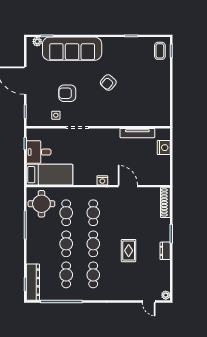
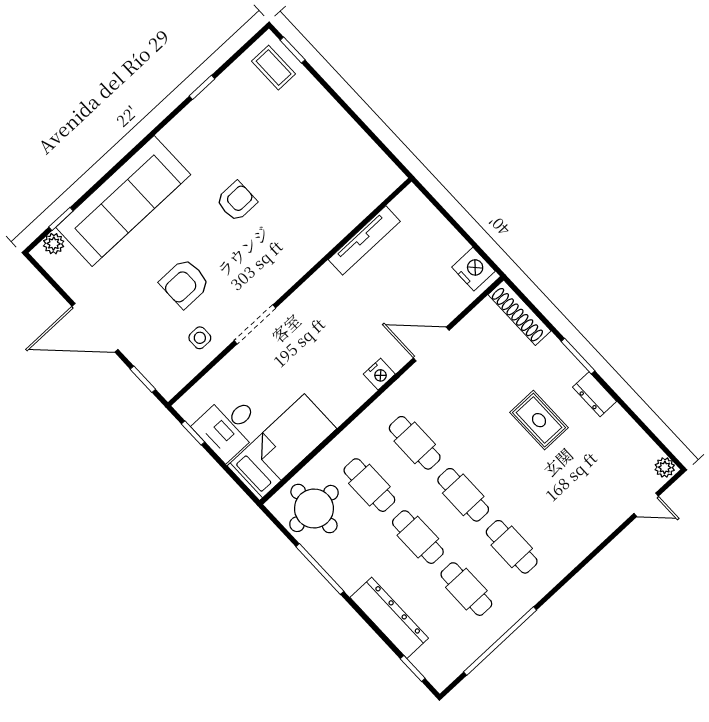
armchair: (108, 82) -> (237, 201), turned -130
nightstand: (164, 148) -> (473, 269), moved
rug: (129, 251) -> (539, 420), moved
dresser: (33, 282) -> (389, 618), moved

